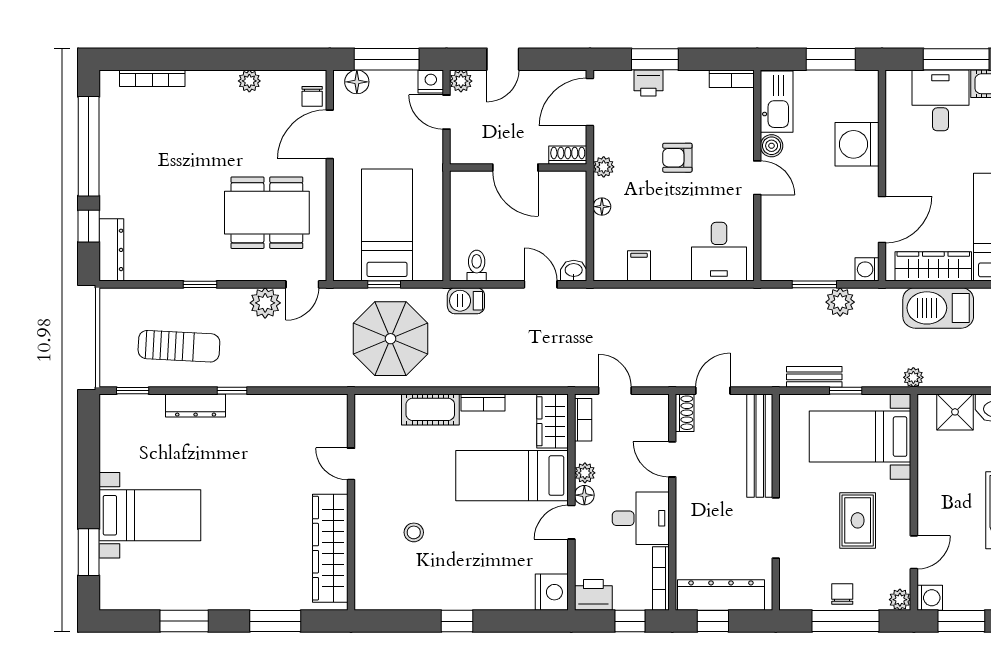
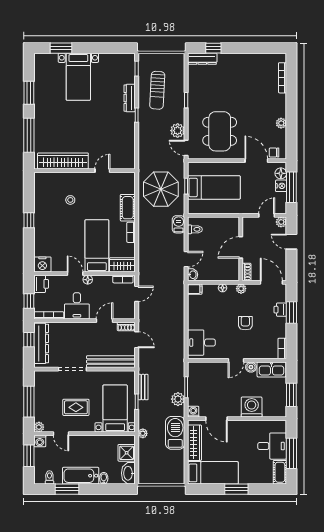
nightstand: (431, 81) -> (281, 186), moved
window: (89, 146) -> (251, 48), removed
filing cabinet: (639, 266) -> (195, 289), moved
barbecue: (938, 308) -> (175, 433), moved
plant: (585, 473) -> (98, 280), removed
chair: (842, 594) -> (42, 400), removed
window: (275, 621) -> (29, 135), width x1.44

